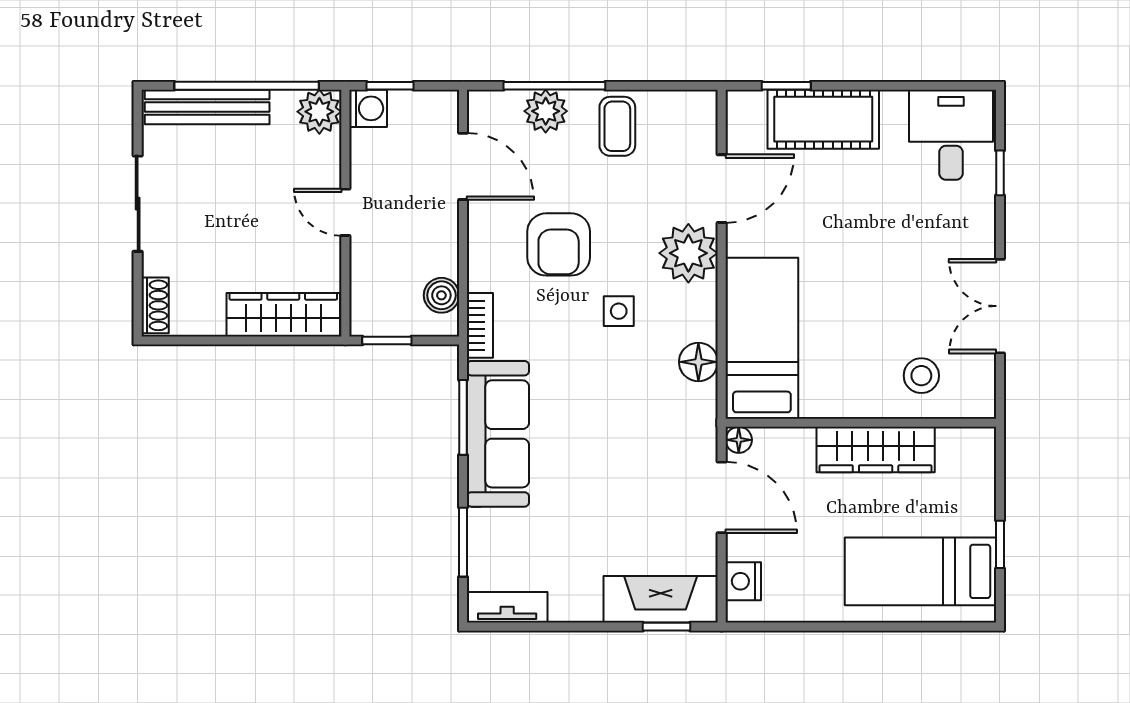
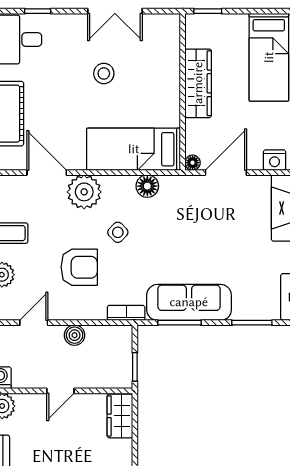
door: (463, 166) -> (34, 323), width x0.73
boiler: (441, 295) -> (75, 335), moved
side table: (619, 311) -> (118, 232), turned 45
wardrobe: (283, 315) -> (120, 416), width x0.67
stool: (921, 376) -> (104, 73), moved
window: (1000, 544) -> (208, 11), moved

